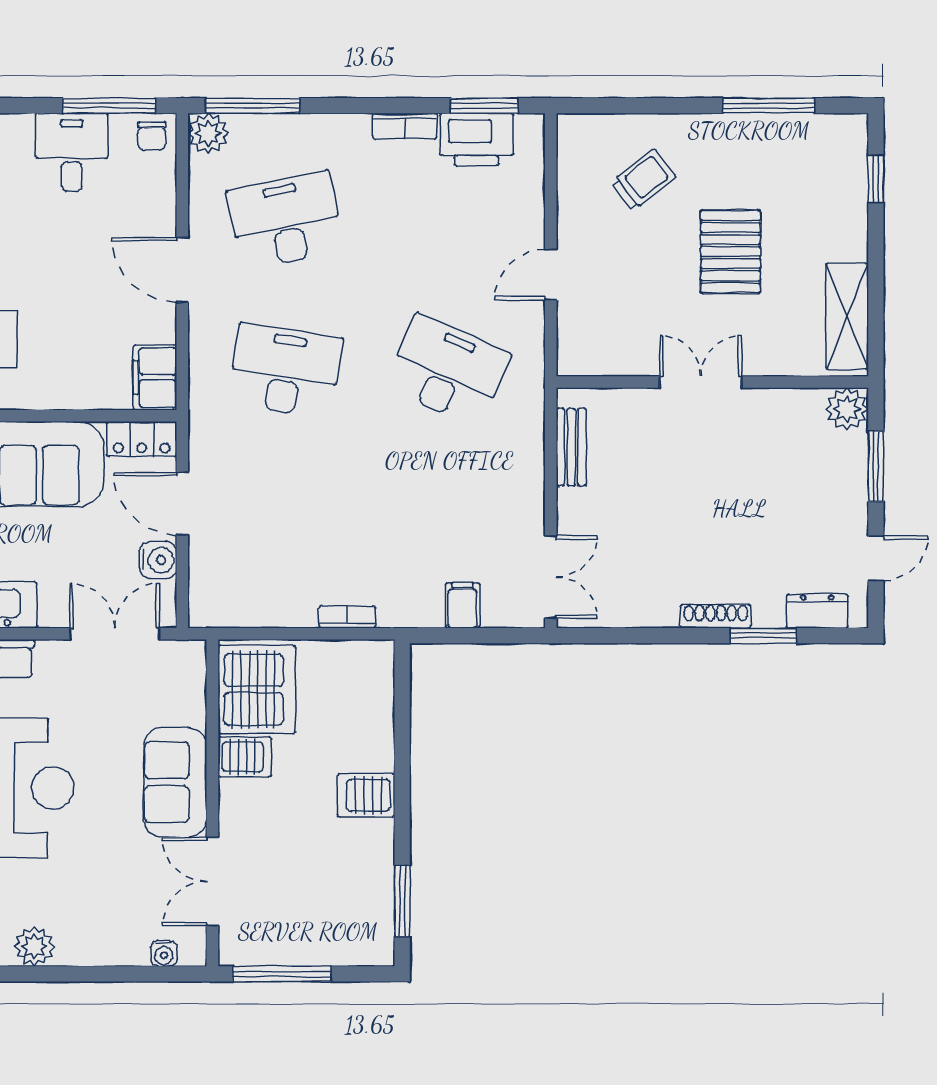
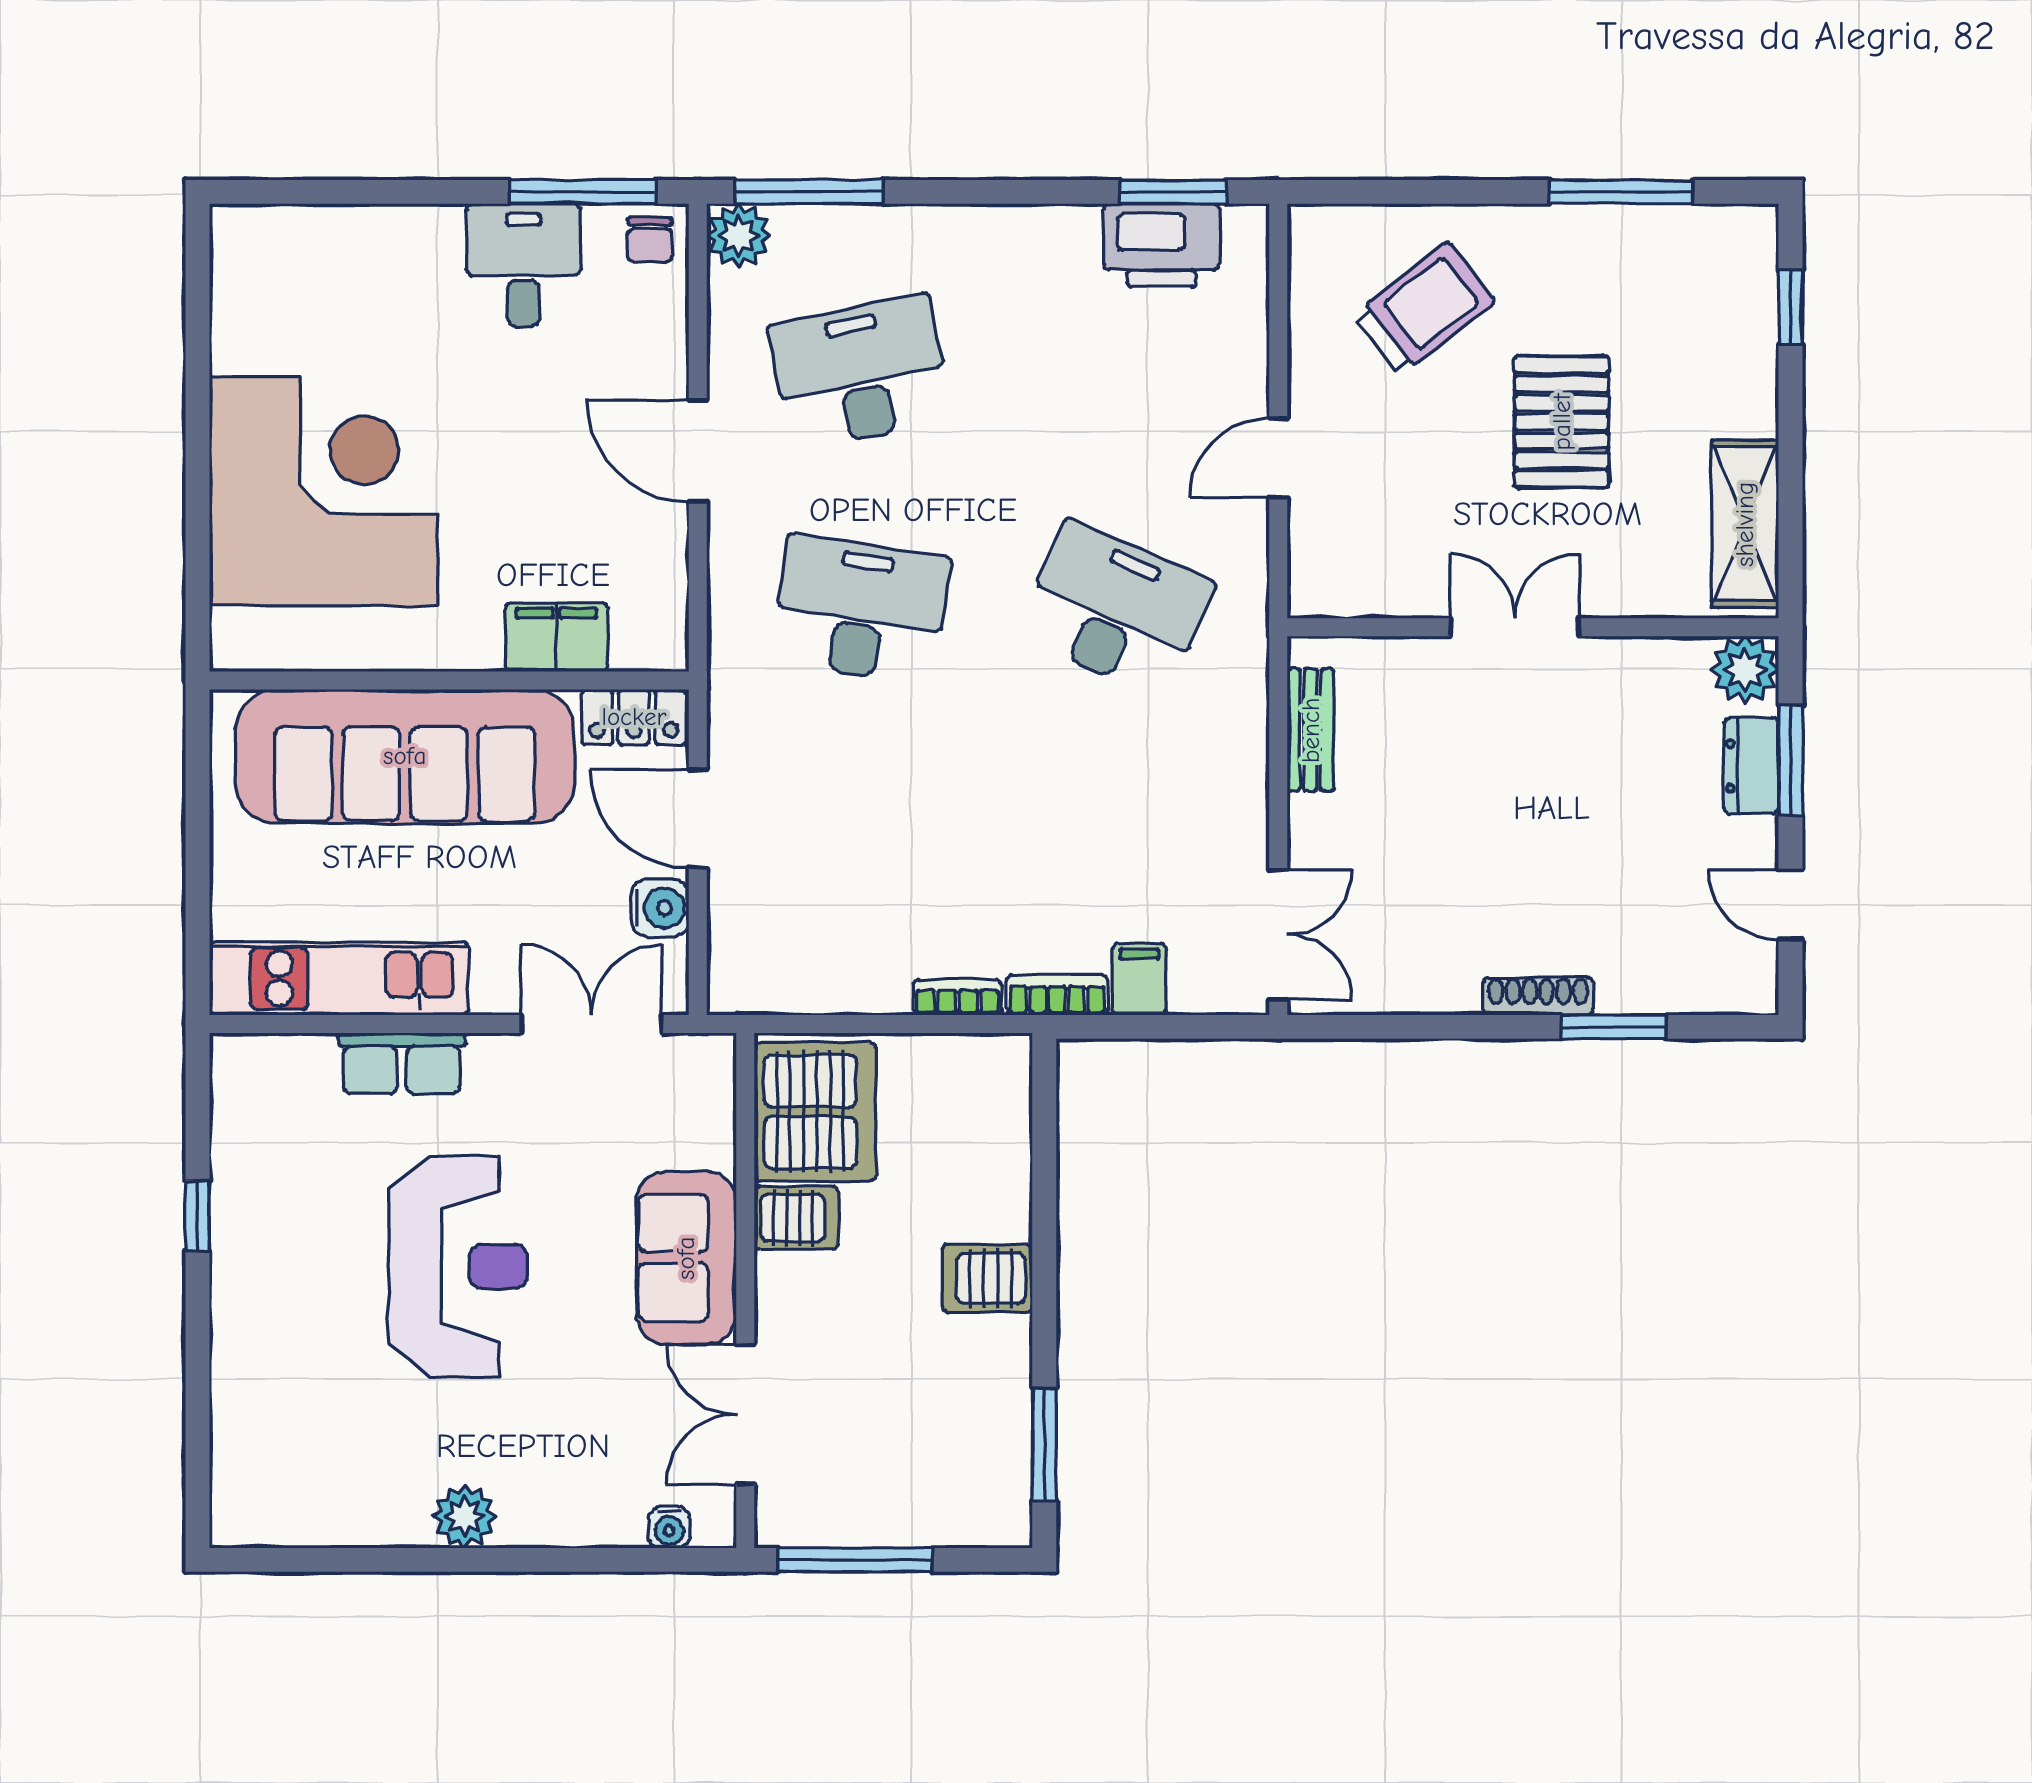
bookcase: (405, 126) -> (1057, 995), moved, turned 180
trolley: (643, 180) -> (1424, 308), width x1.36, depth x1.39
filing cabinet: (155, 377) -> (556, 637), moved, turned 90
door: (876, 558) -> (1791, 905), swing flipped
dresser: (817, 611) -> (1752, 766), moved, turned -90

